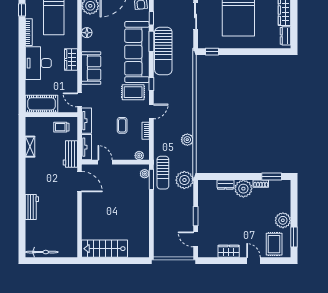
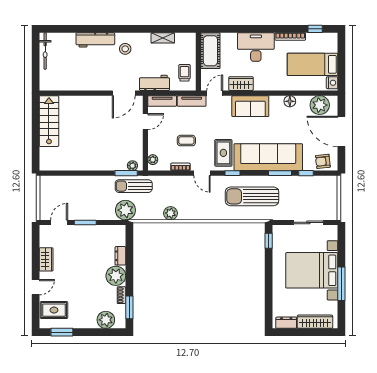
sun lounger: (163, 51) -> (252, 196), moved
wardrobe: (71, 59) -> (241, 84), moved
stool: (40, 180) -> (125, 49), added
workbench: (32, 207) -> (95, 40), width x1.38
plant: (283, 220) -> (106, 320), moved

